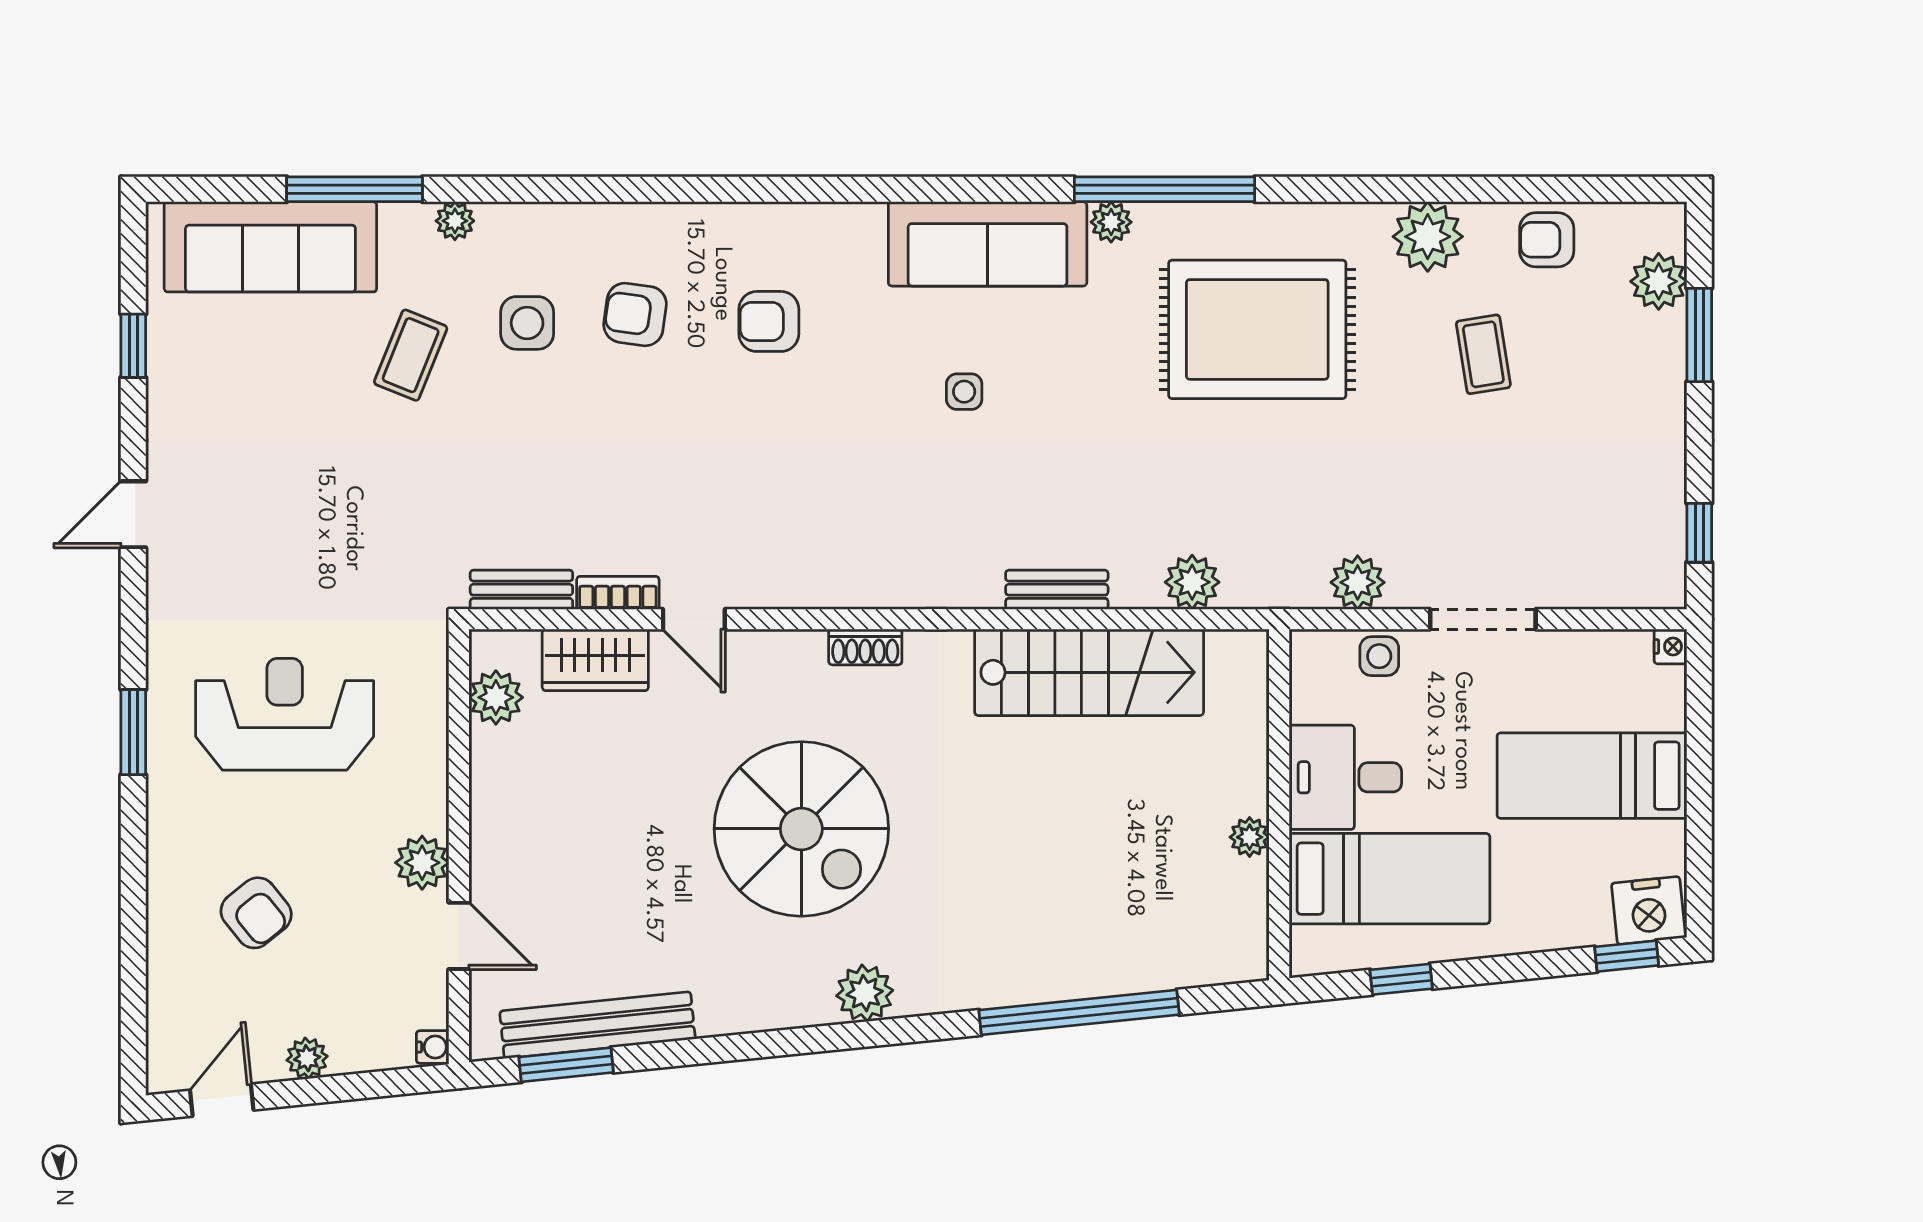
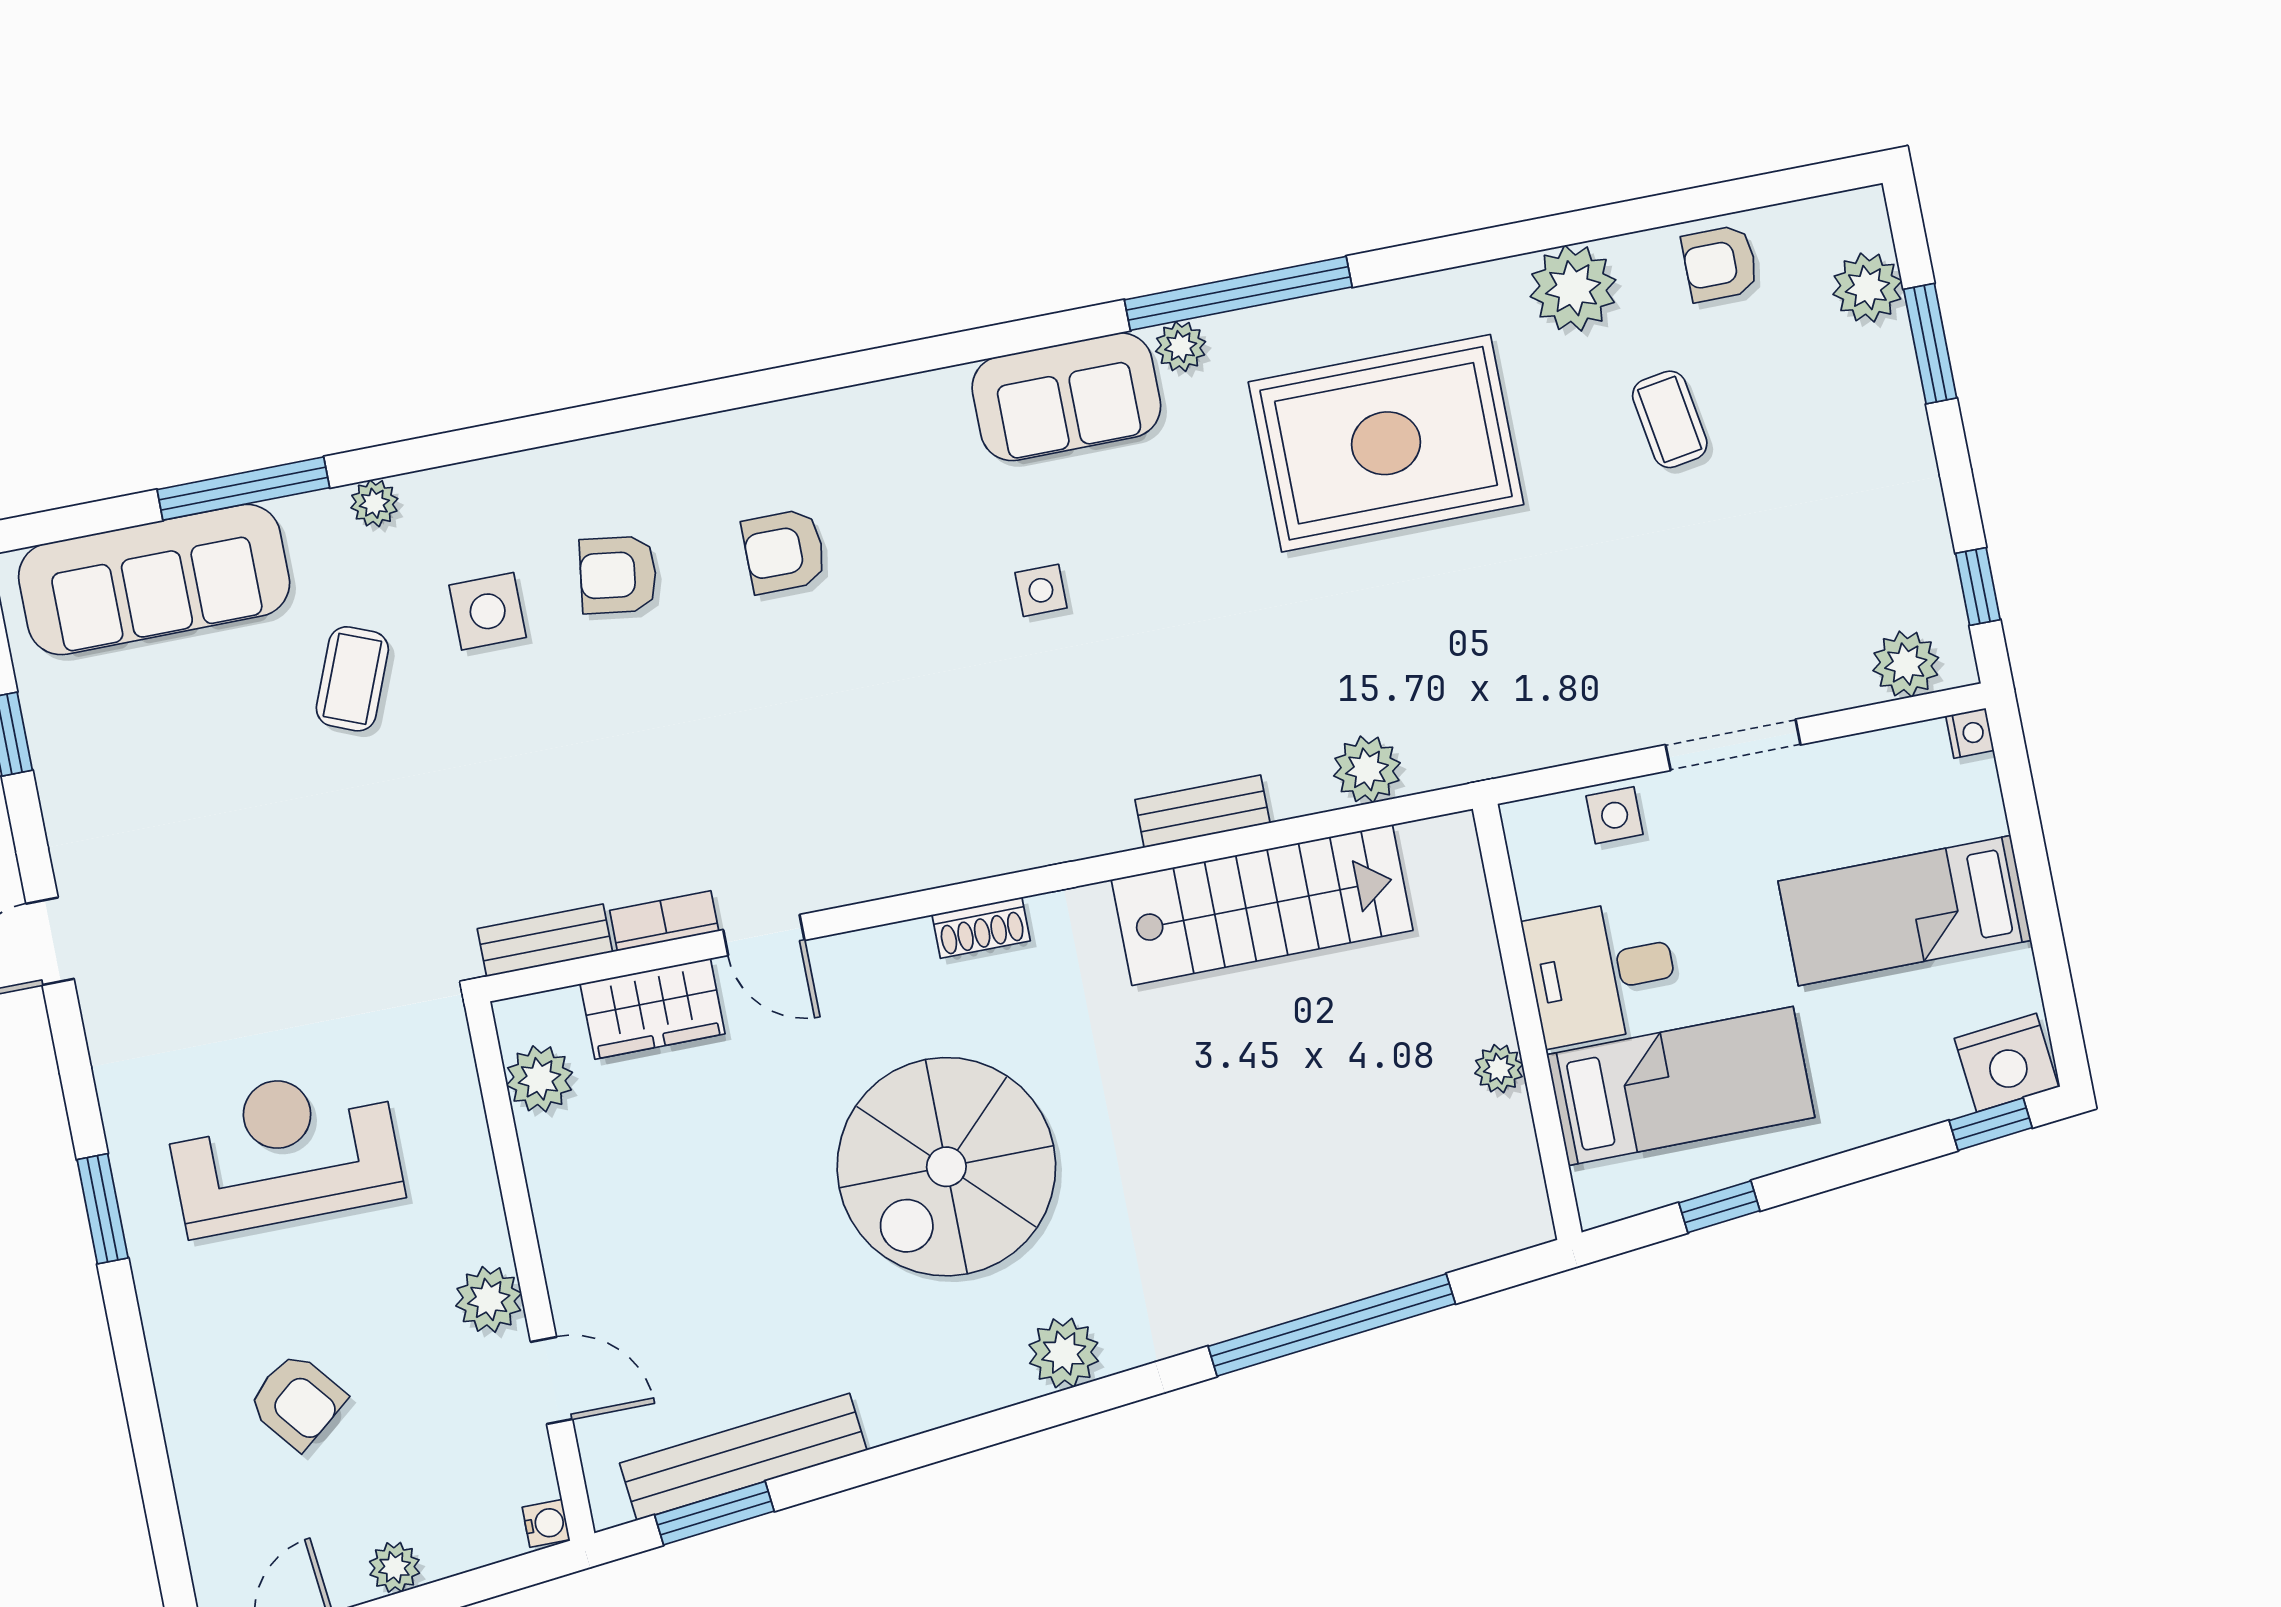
sofa: (988, 244) -> (1066, 397), width x0.73
plant: (1358, 582) -> (1906, 664), moved
spiral stairs: (801, 829) -> (946, 1167), turned 90

